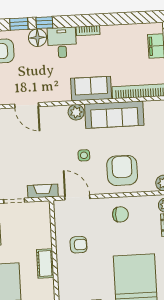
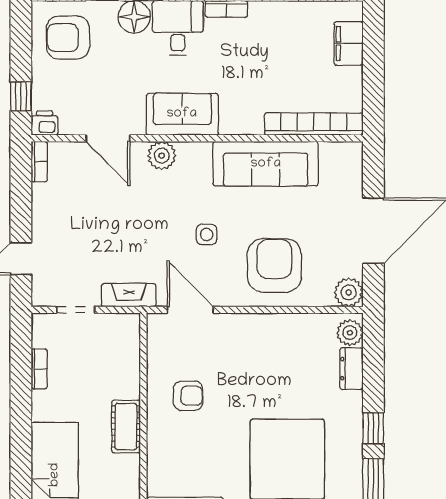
sofa: (91, 89) -> (182, 114), moved
plant: (76, 112) -> (162, 156), moved
chair: (120, 214) -> (267, 345), removed

